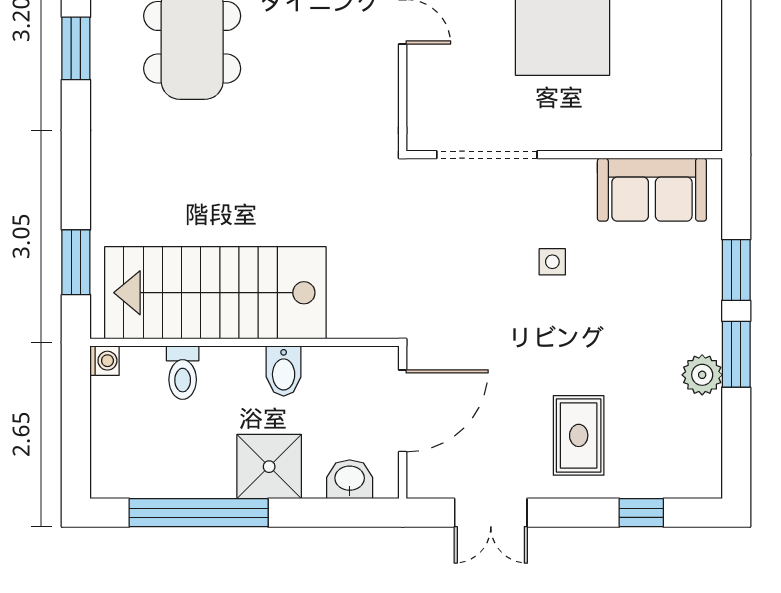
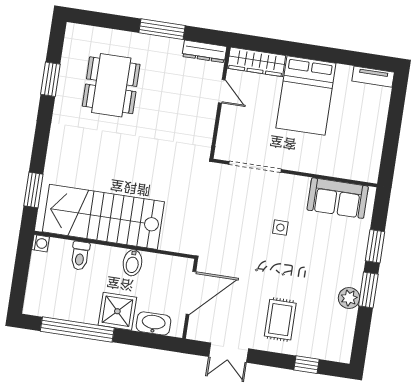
washbasin: (350, 479) -> (153, 323), width x1.38

